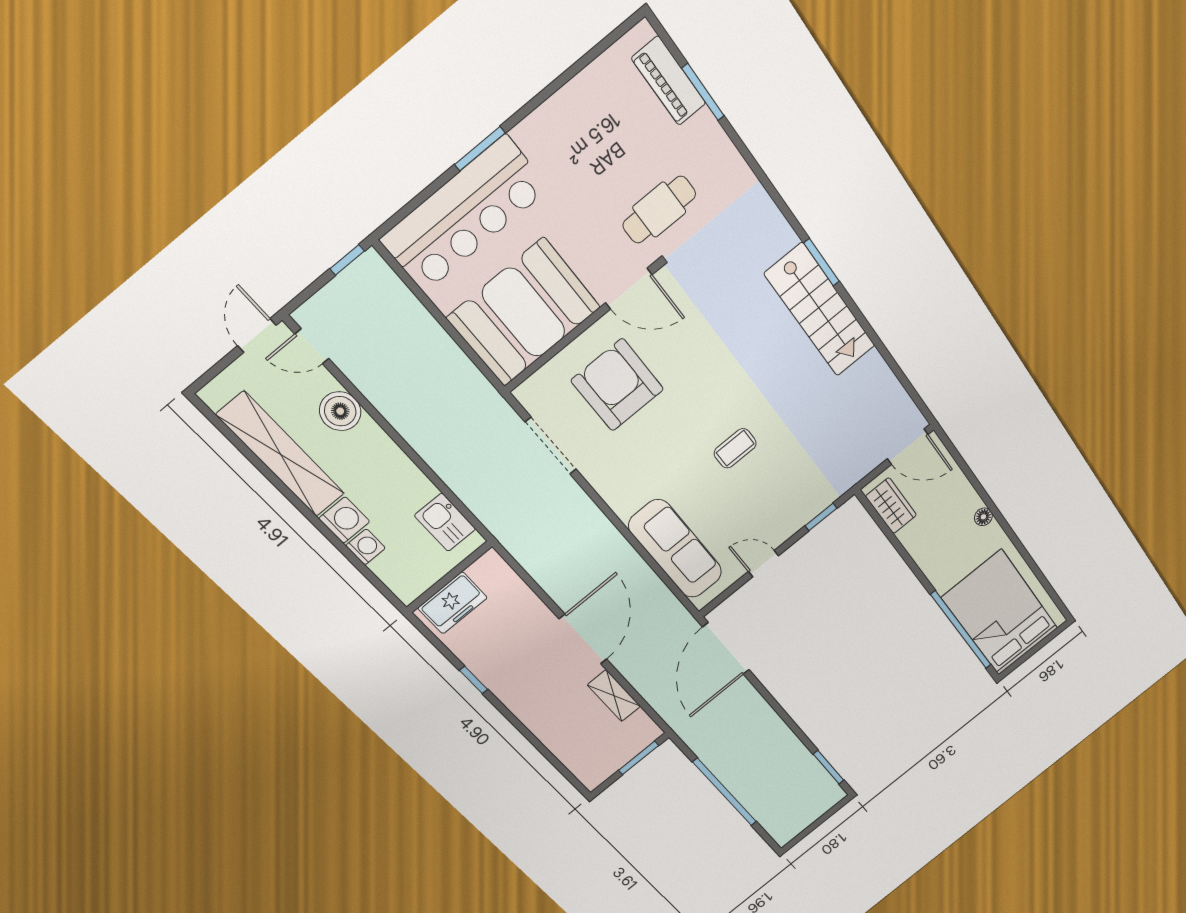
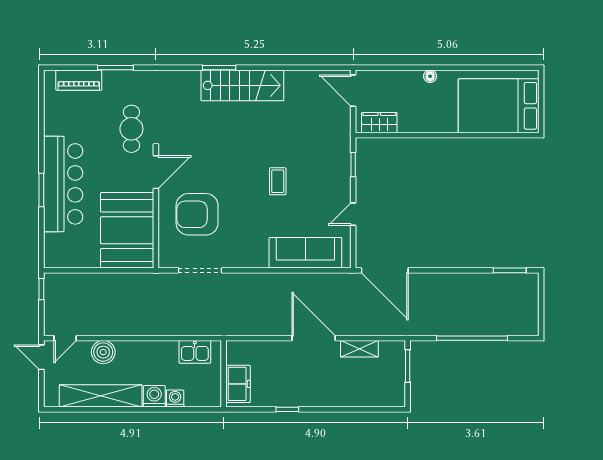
window: (703, 92) -> (115, 68), moved
bar counter: (465, 214) -> (63, 184), moved
door: (908, 447) -> (353, 91), swing flipped
window: (961, 630) -> (490, 135), removed

